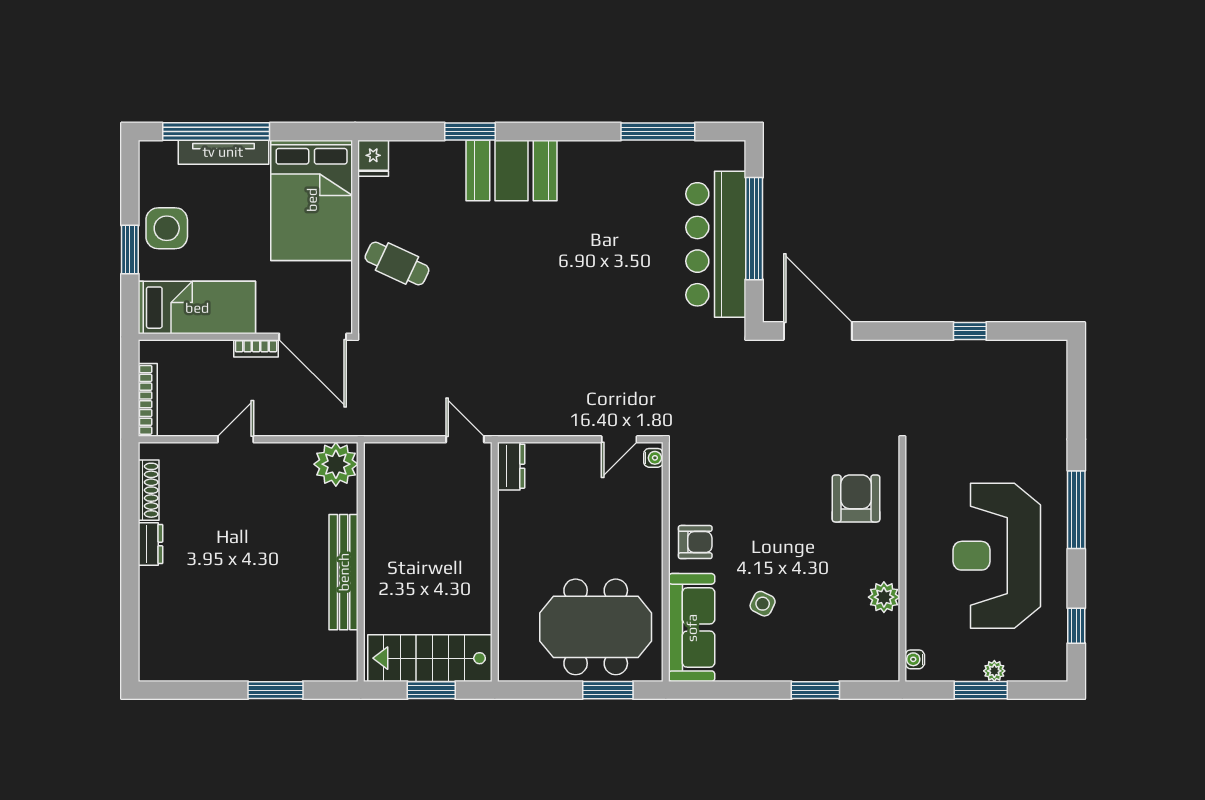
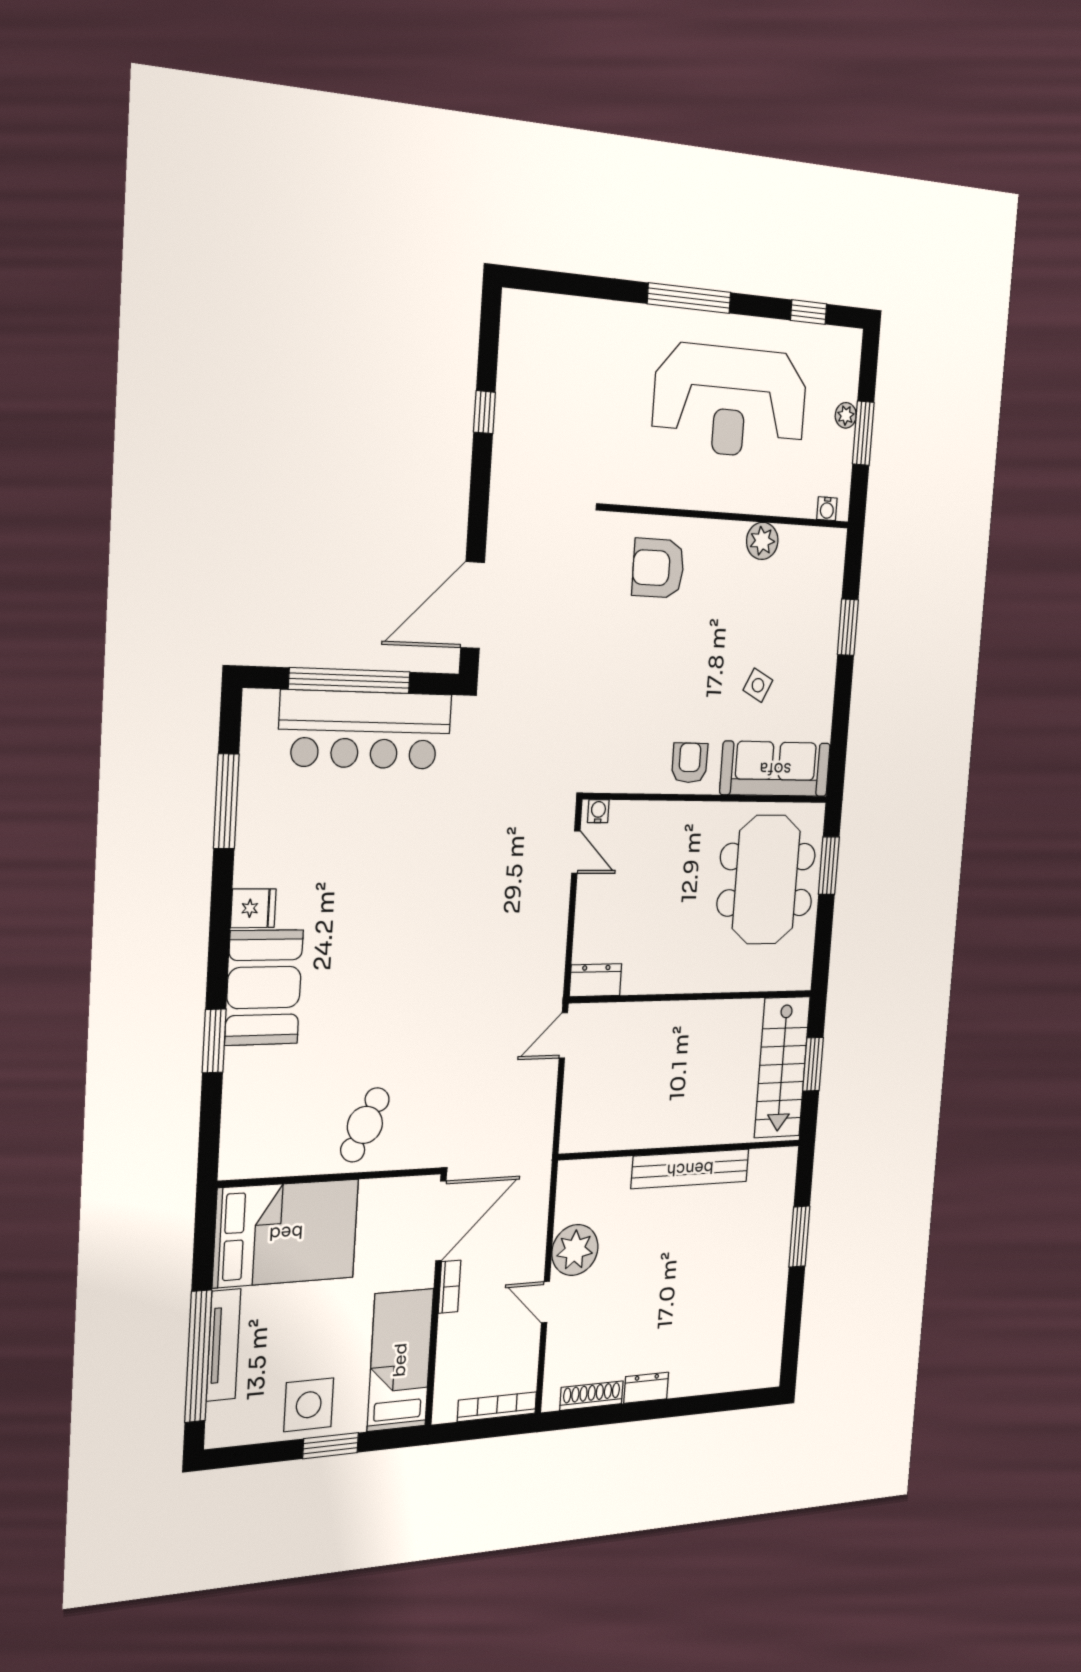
fridge: (373, 158) -> (253, 908), moved
plant: (336, 464) -> (575, 1250), moved

